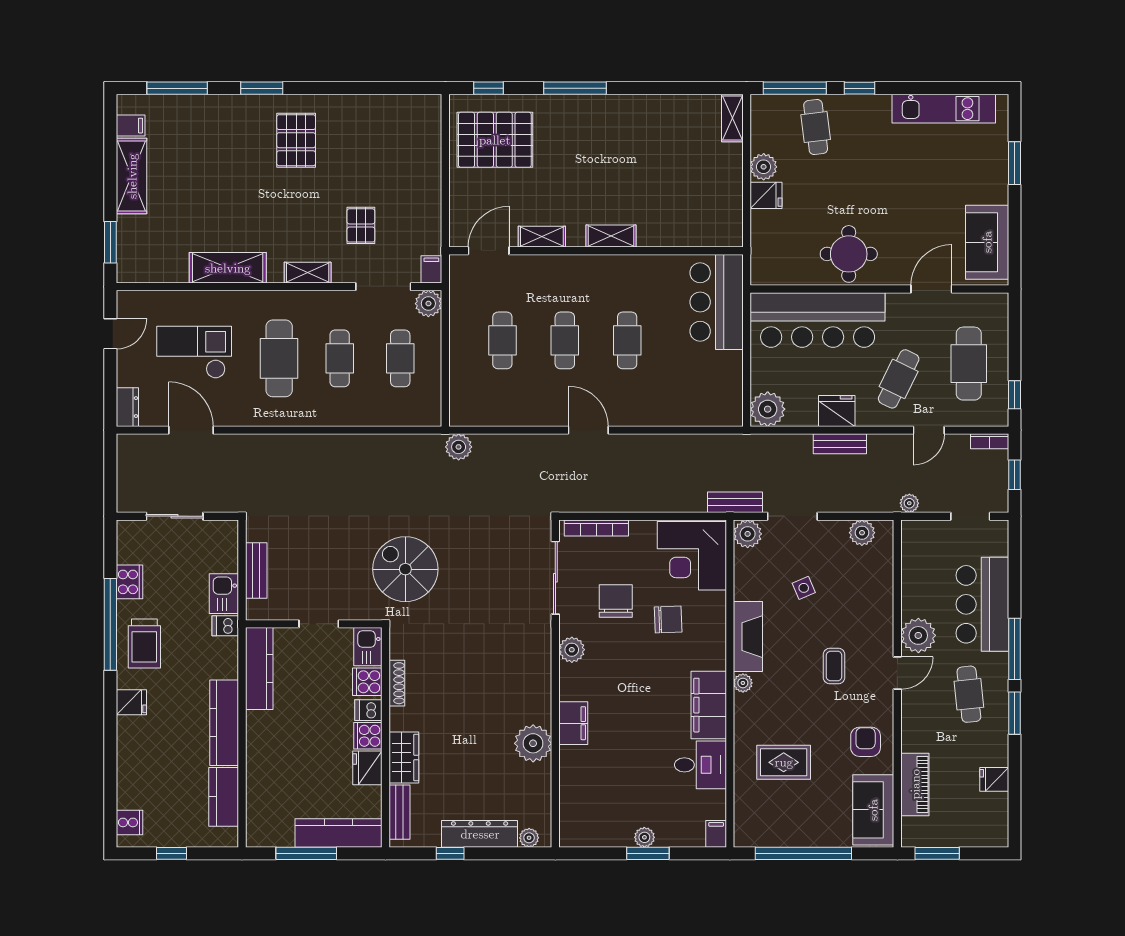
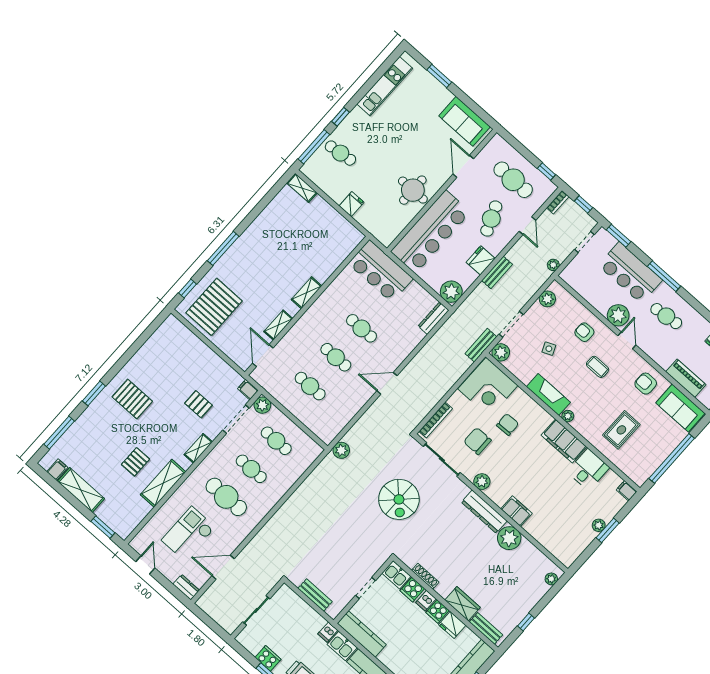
plant: (764, 167) -> (337, 194), removed
pallet: (224, 211) -> (135, 462), added
cafe table: (899, 379) -> (491, 219), turned 42
dresser: (717, 416) -> (434, 318), added
spiral stairs: (405, 569) -> (399, 499), moved, turned -90
kitchen sink: (224, 594) -> (342, 646), moved
armchair: (862, 613) -> (584, 332), added
window: (1015, 713) -> (619, 236), moved
dresser: (480, 834) -> (484, 512), moved, turned -90

